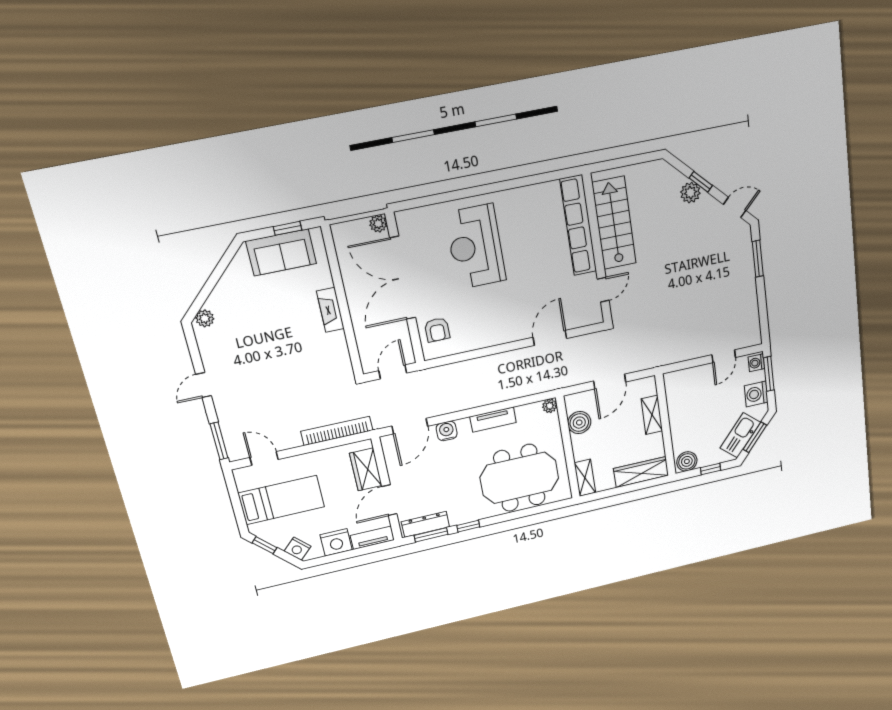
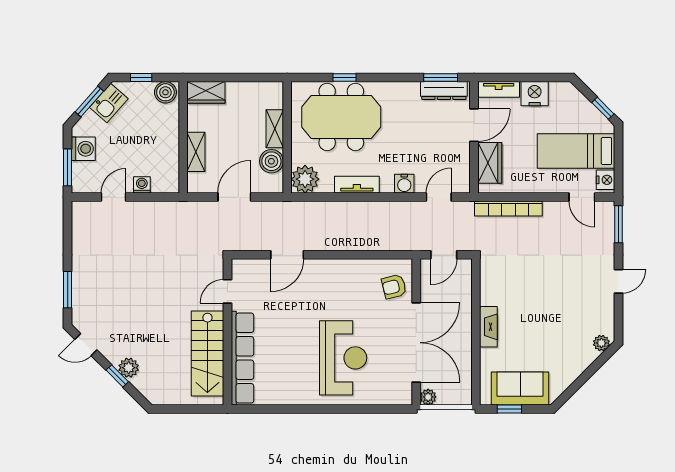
armchair: (437, 330) -> (394, 287), turned -104
washing machine: (756, 363) -> (142, 185), moved, turned -90
plant: (550, 406) -> (305, 179), width x1.88, depth x1.88
door: (410, 426) -> (439, 197), width x0.73
kitchen sink: (740, 435) -> (109, 103), width x0.73
wardrobe: (641, 472) -> (206, 92), width x0.67
shelving: (585, 478) -> (275, 129), moved
window: (468, 526) -> (344, 78), moved
nightstand: (298, 549) -> (605, 180), moved, turned 45

